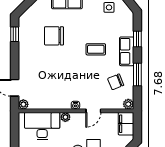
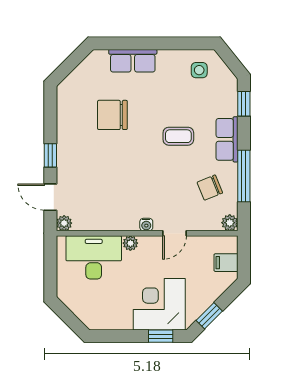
window: (15, 34) -> (50, 155), moved
window: (137, 39) -> (244, 104), moved
window: (137, 75) -> (244, 176), width x1.44
filing cabinet: (126, 124) -> (226, 263), width x0.50

